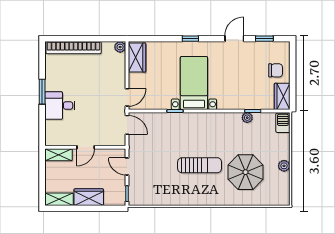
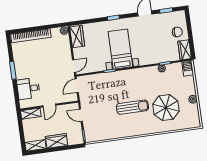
desk: (60, 106) -> (28, 89), moved
door: (127, 125) -> (77, 86), swing flipped

